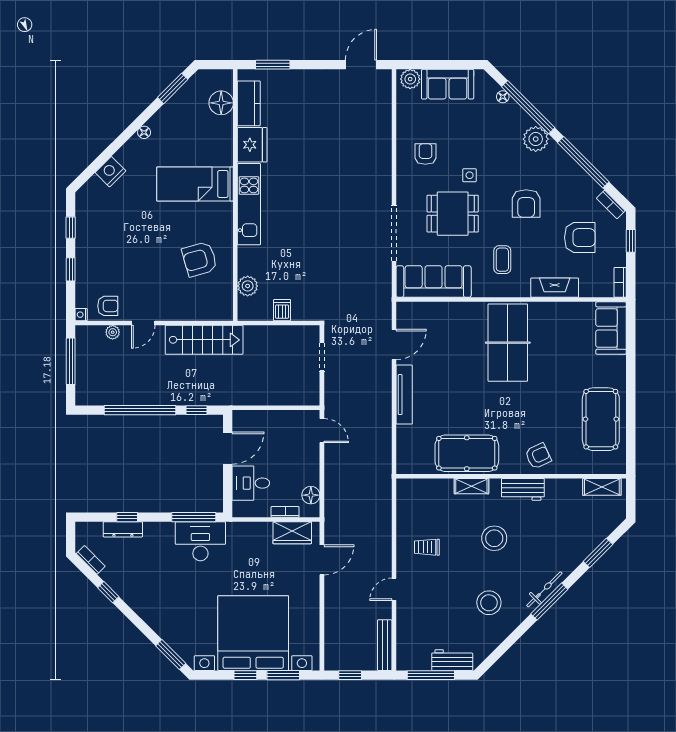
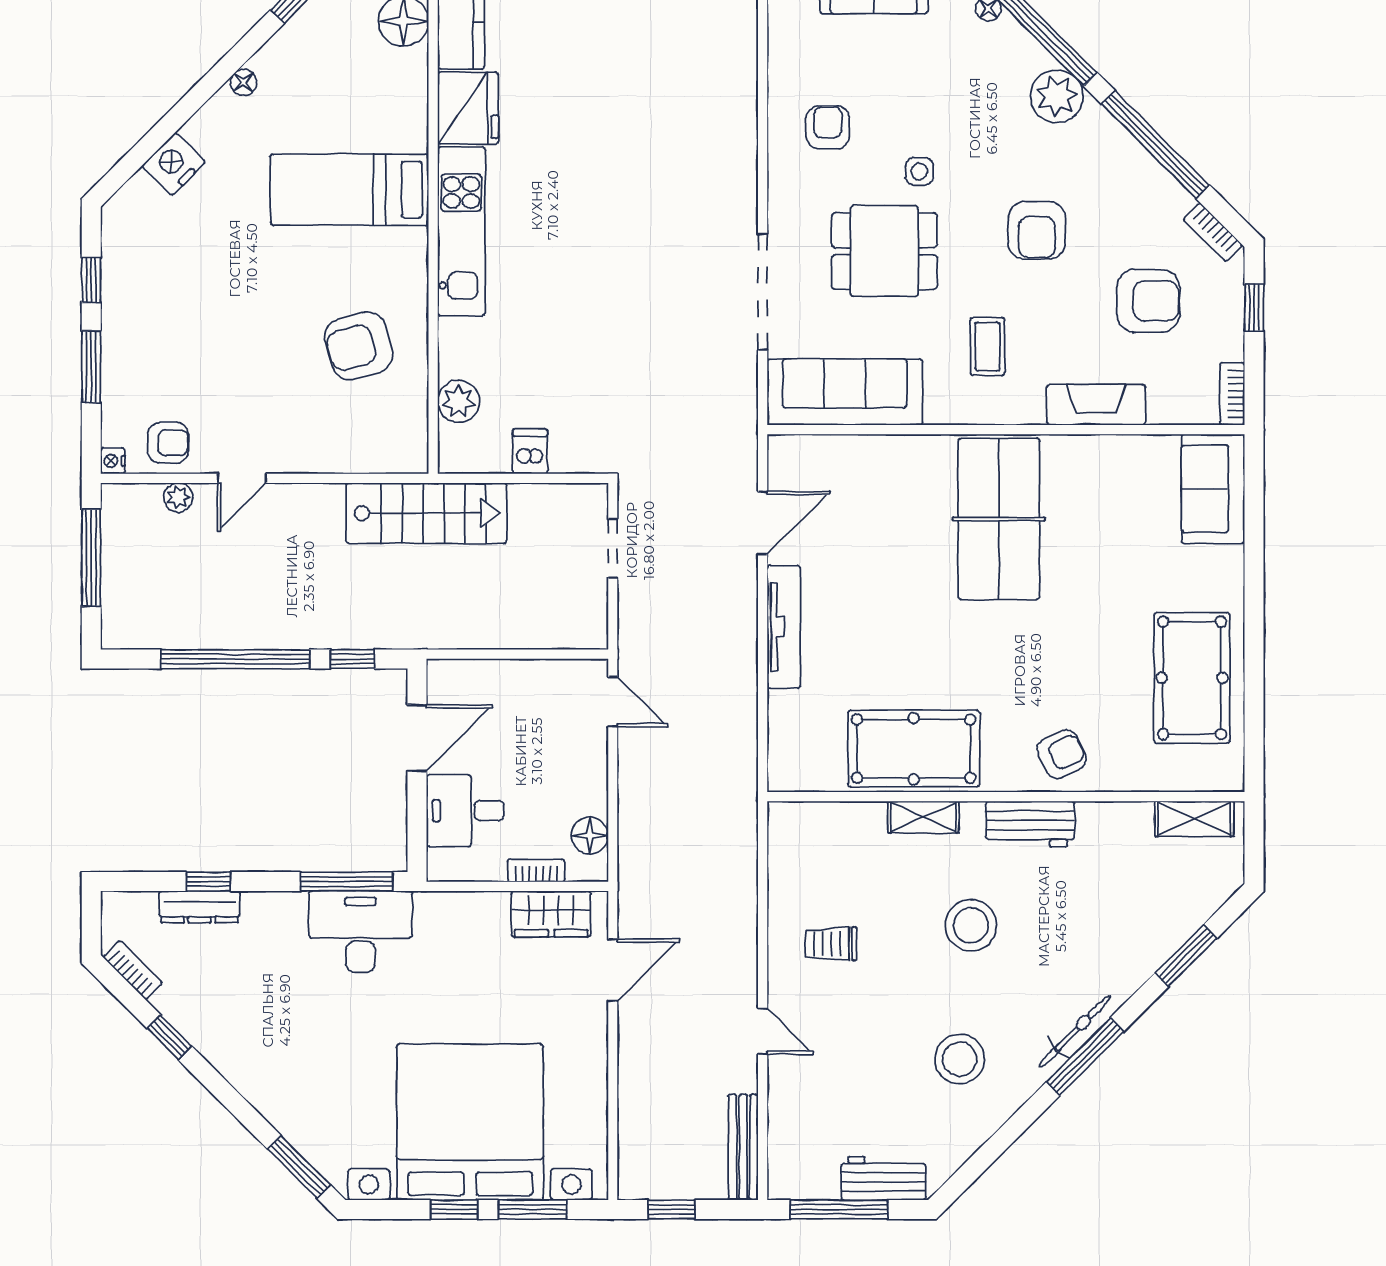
window: (71, 269) -> (91, 367), width x1.50
stairs: (204, 340) -> (426, 513), moved
door: (394, 589) -> (763, 1031), swing flipped

